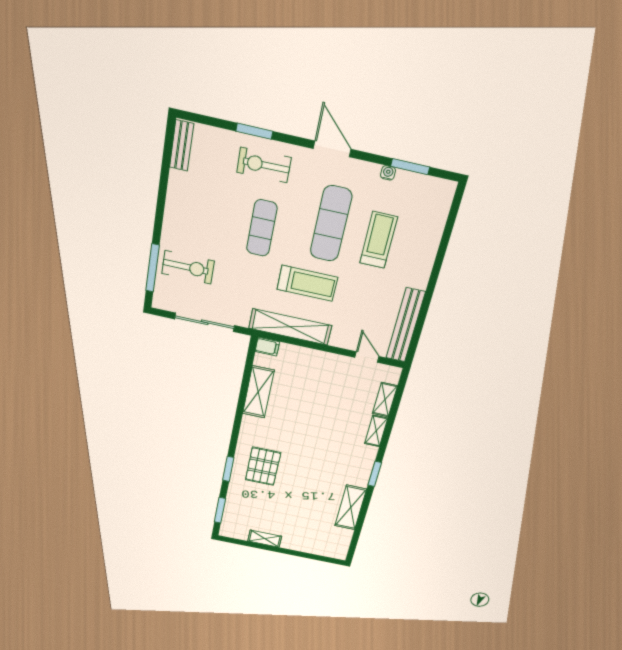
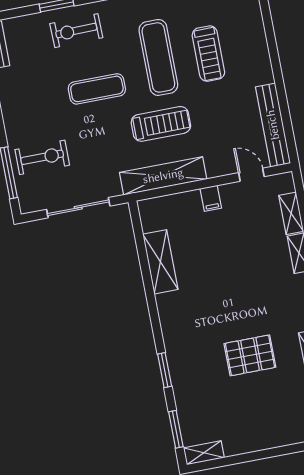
exercise mat: (262, 228) -> (97, 89), turned 90
treadmill: (379, 240) -> (208, 54), turned 180
filing cabinet: (267, 347) -> (211, 198), moved, turned 90
pallet: (263, 466) -> (250, 355), moved, turned 90
shelving: (265, 539) -> (204, 453), moved

